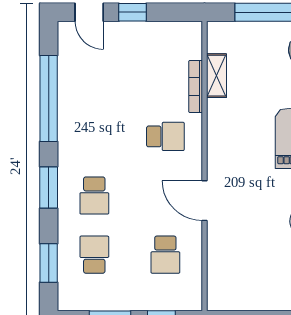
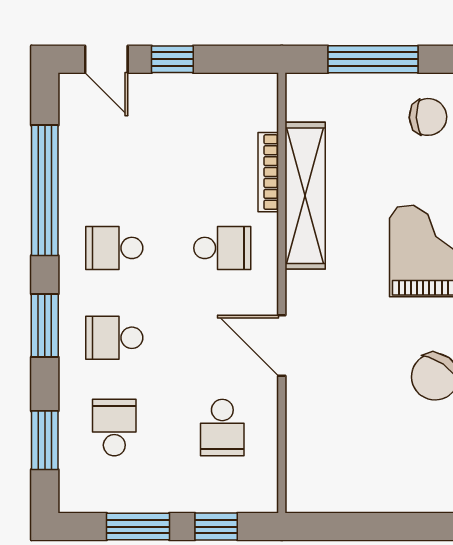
shelving: (217, 76) -> (305, 196), width x2.20, depth x1.33
school desk: (94, 136) -> (114, 248), added
school desk: (94, 196) -> (114, 338), turned 90

